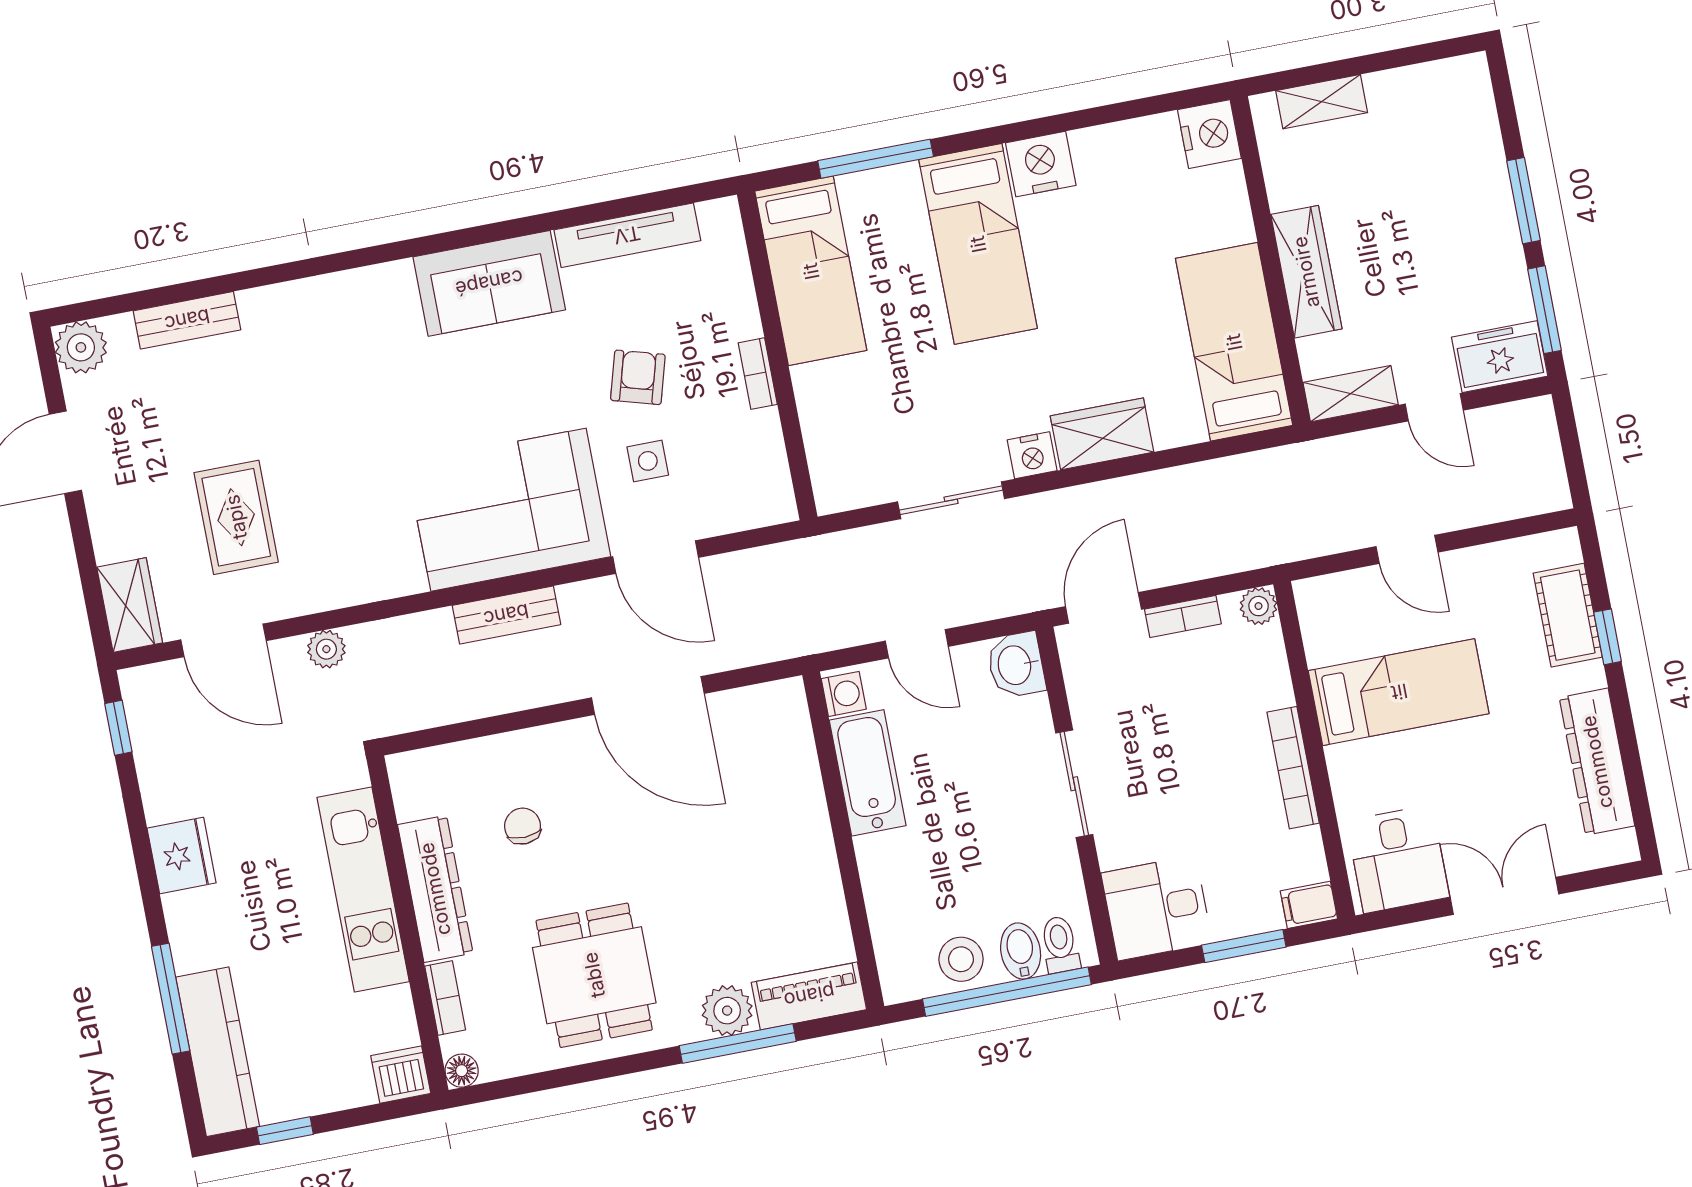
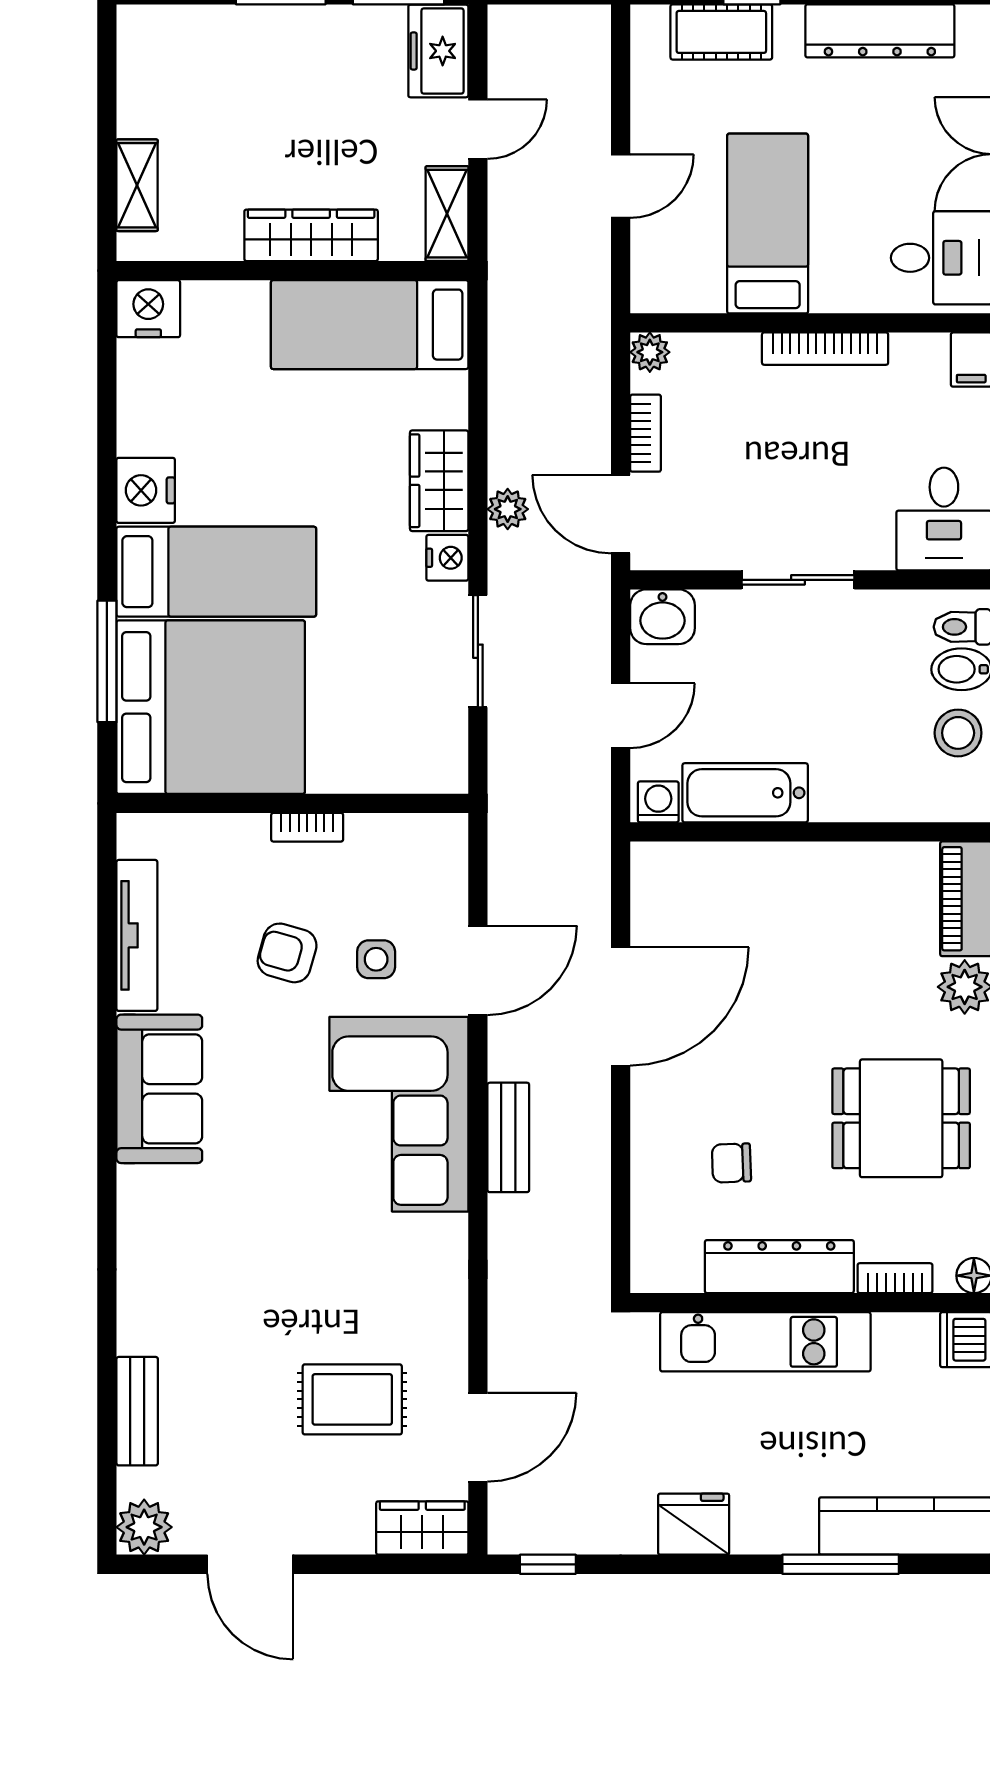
bed: (811, 271) -> (211, 707), width x2.04
plant: (326, 649) -> (508, 509), moved

